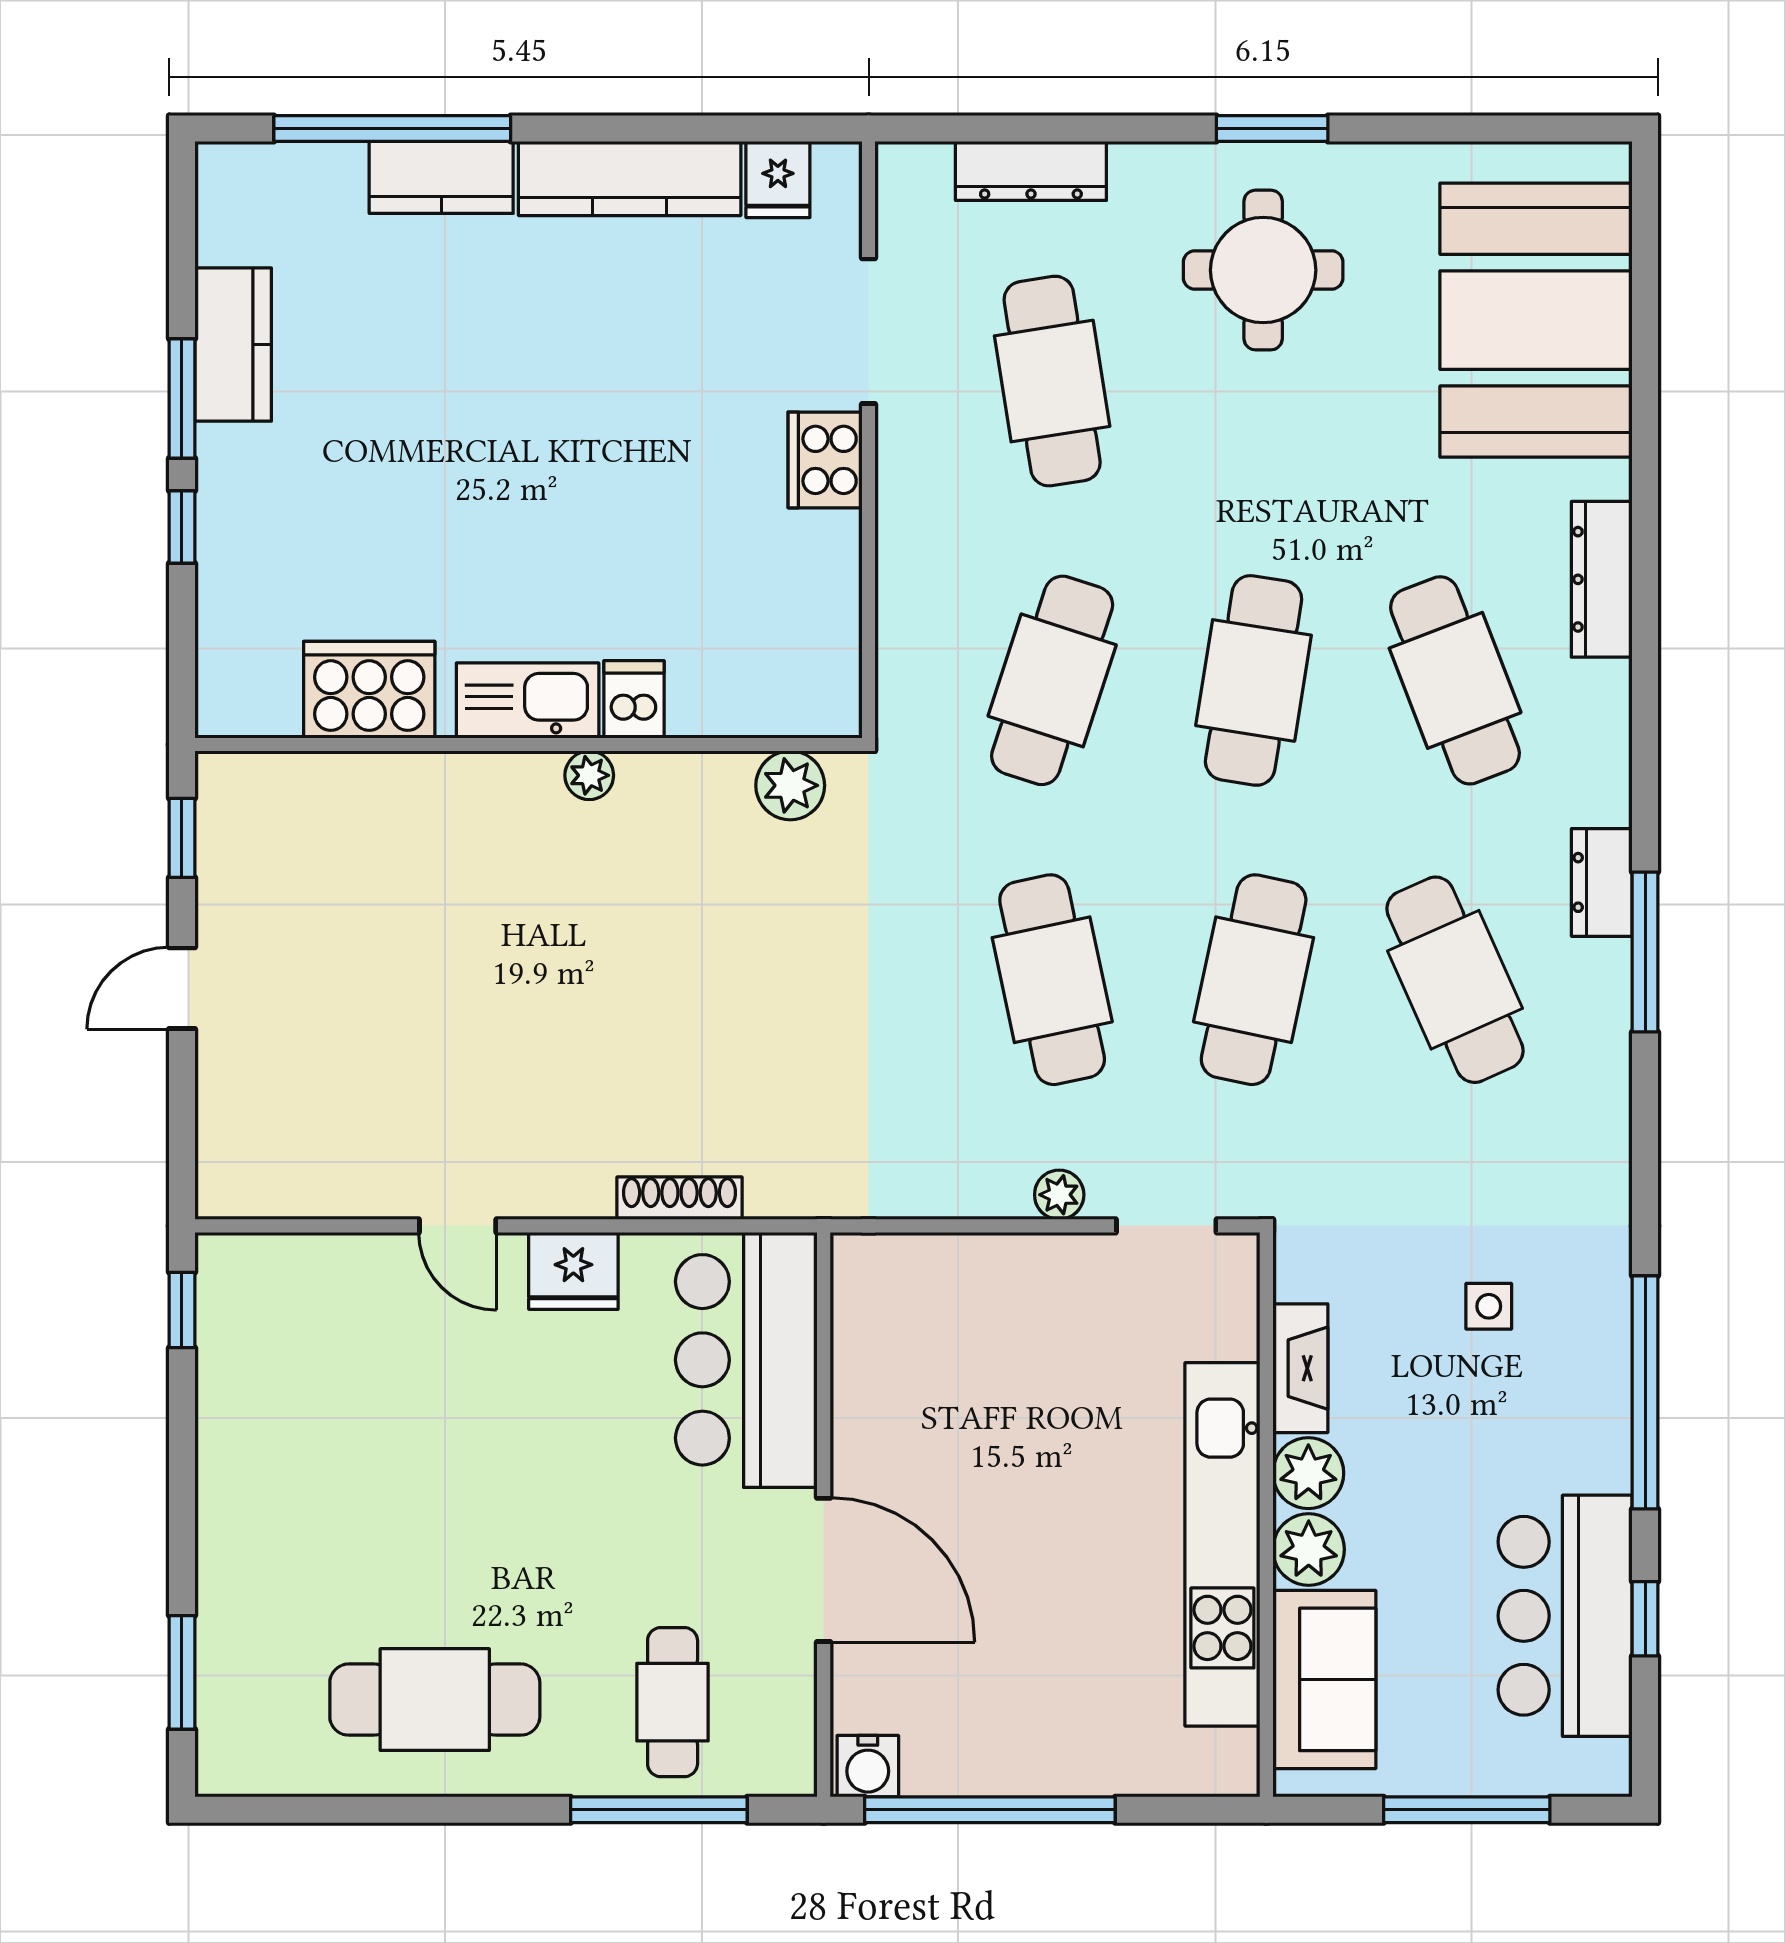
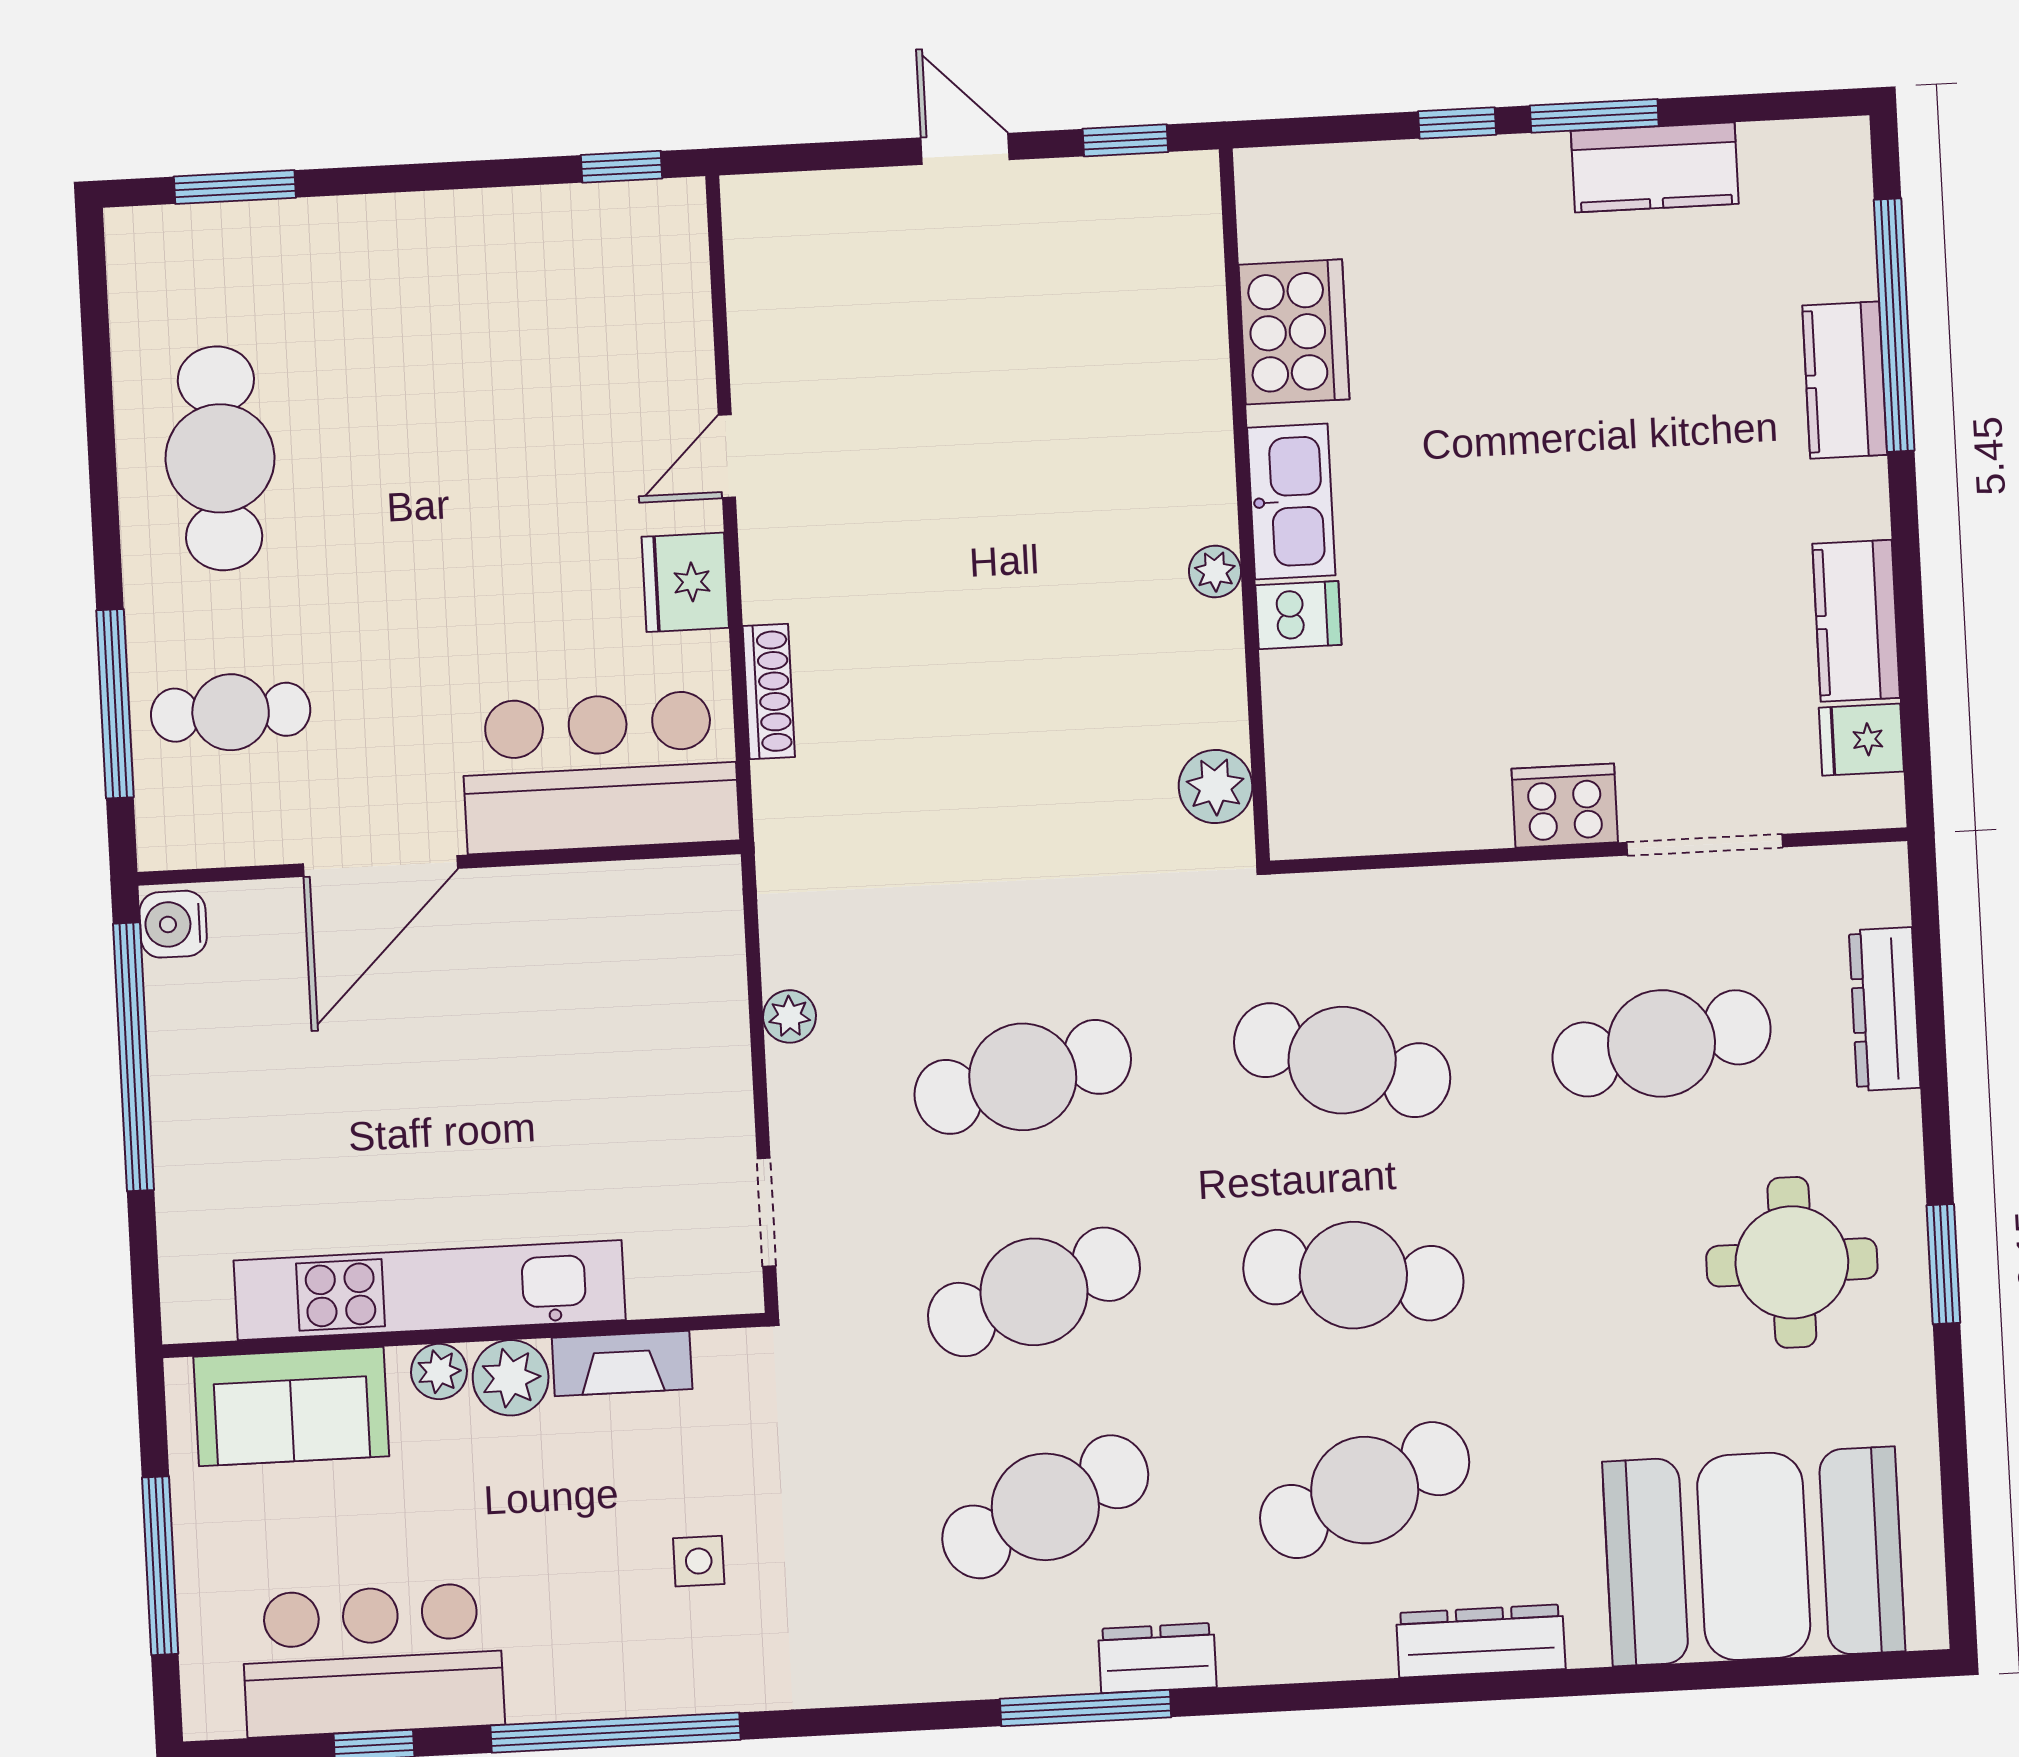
kitchen counter: (630, 178) -> (1856, 621), width x0.67
cafe table: (1254, 980) -> (1034, 1292), turned -30
plant: (1059, 1195) -> (789, 1016), moved
plant: (1309, 1549) -> (439, 1372), width x0.73, depth x0.73

